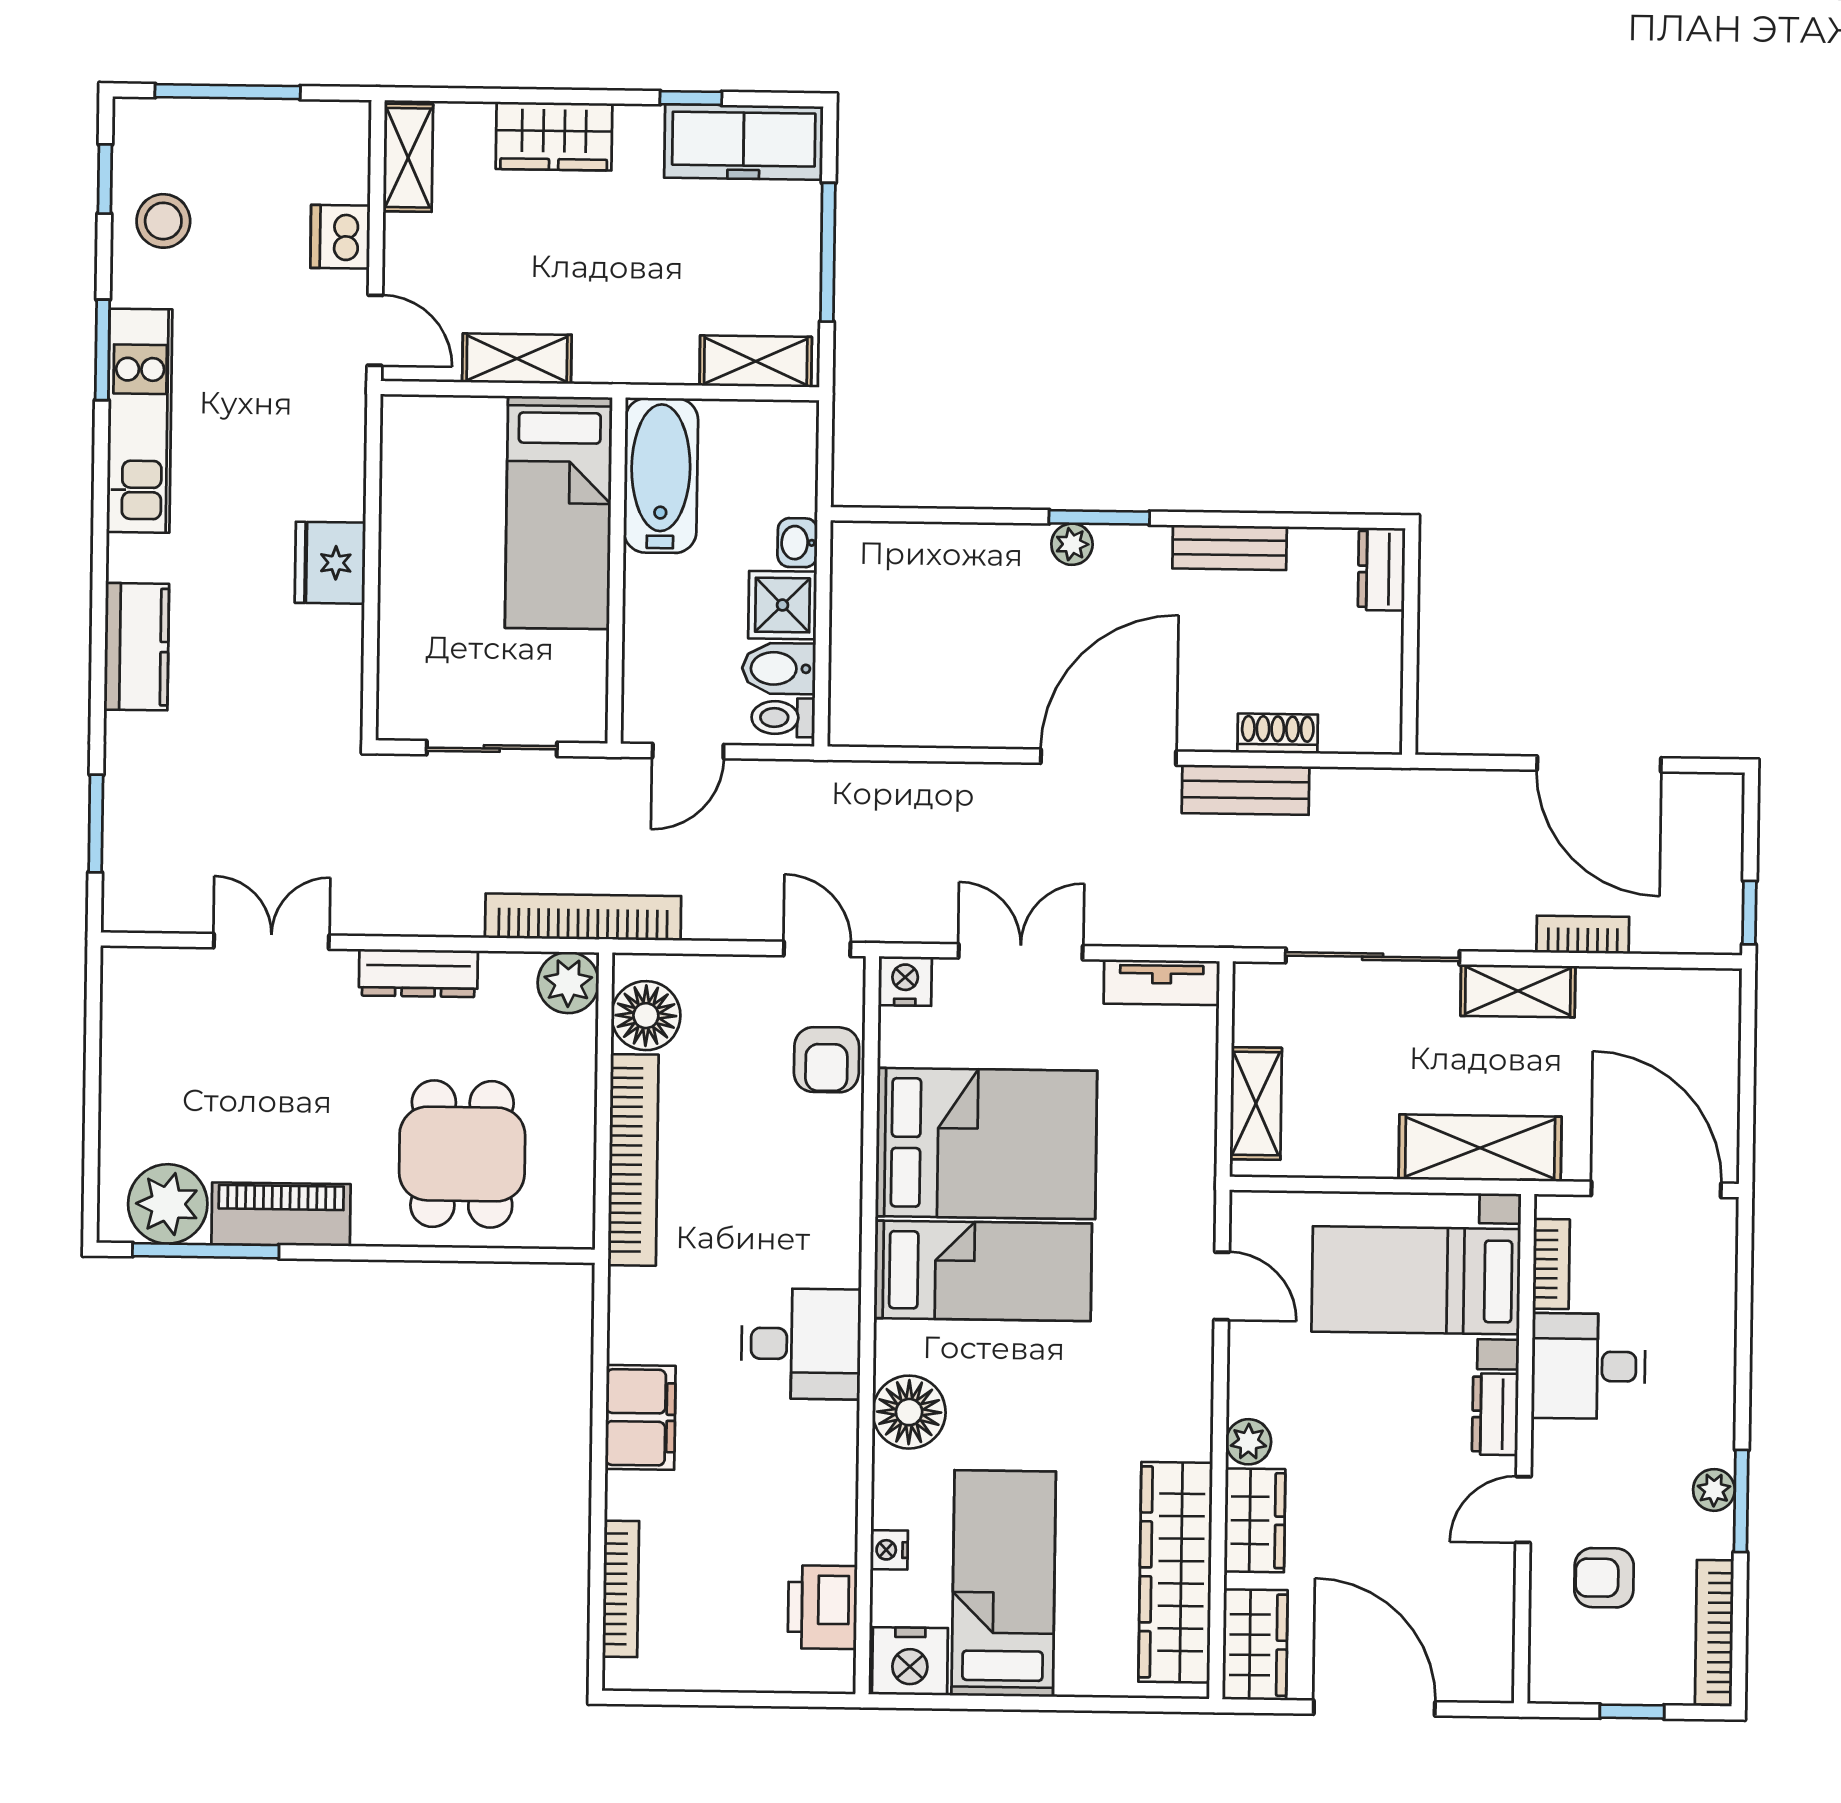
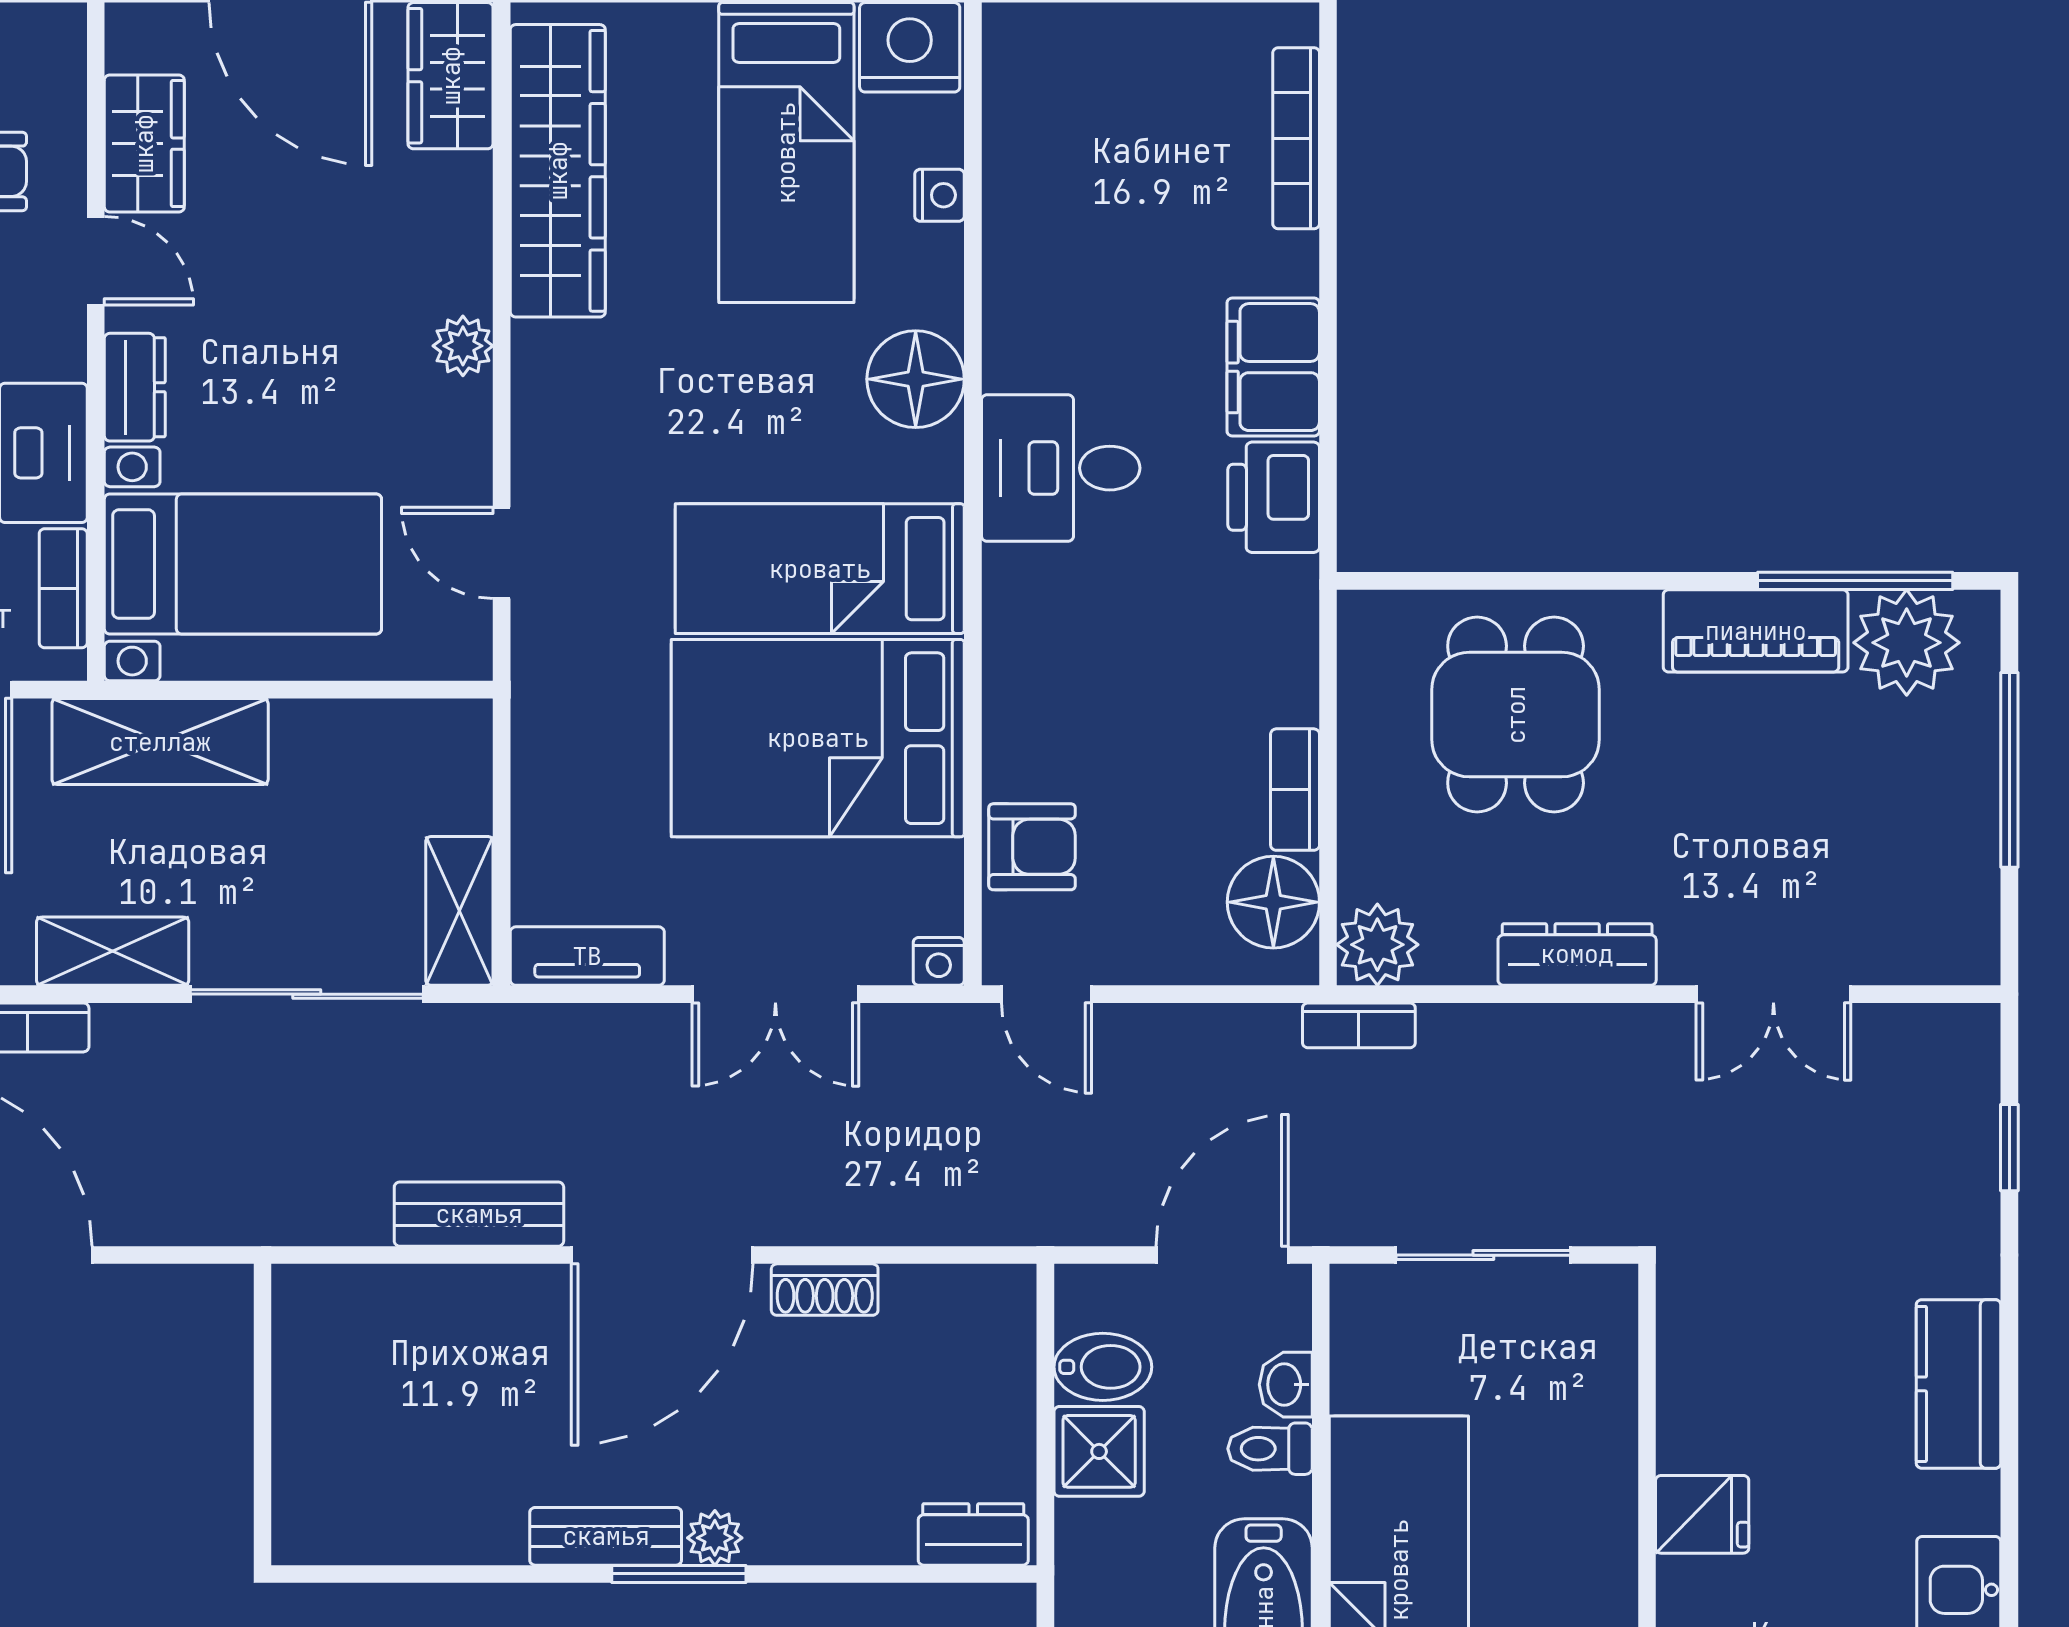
washbasin: (797, 543) -> (1286, 1385), moved, turned 180
bench: (1230, 548) -> (606, 1536), moved
fridge: (330, 563) -> (1702, 1514), width x0.72
dresser: (1382, 569) -> (973, 1534), moved, turned -90
toilet: (783, 718) -> (1270, 1449), moved, turned 180
shoe rack: (1278, 733) -> (825, 1290), moved
door: (688, 751) -> (1222, 1255), width x1.38
window: (96, 824) -> (2009, 1148), width x0.67
bookcase: (583, 917) -> (1359, 1025), width x0.43, depth x0.76
nightstand: (905, 981) -> (939, 961), width x0.72, depth x0.74
armchair: (827, 1060) -> (1032, 847), turned 90
shelving: (1256, 1104) -> (459, 911), moved
window: (92, 1107) -> (2009, 770), added
bookcase: (633, 1160) -> (1295, 790), width x0.43, depth x0.76
door: (1523, 1510) -> (96, 261), hinge flipped
wardrobe: (1255, 1520) -> (144, 144), moved, turned 180
printer: (822, 1607) -> (1274, 497), moved, turned 180

